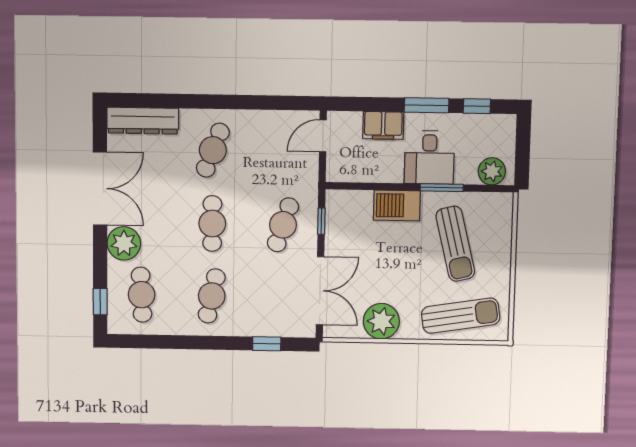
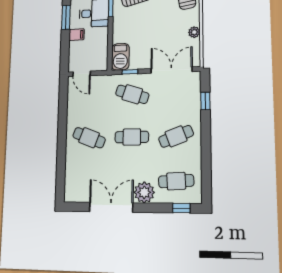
dresser: (143, 121) -> (72, 180), removed
filing cabinet: (383, 125) -> (77, 35), width x0.50
barbecue: (397, 205) -> (120, 57), moved
cafe table: (212, 296) -> (176, 136), turned -33
plant: (381, 321) -> (194, 32), width x0.53, depth x0.53

